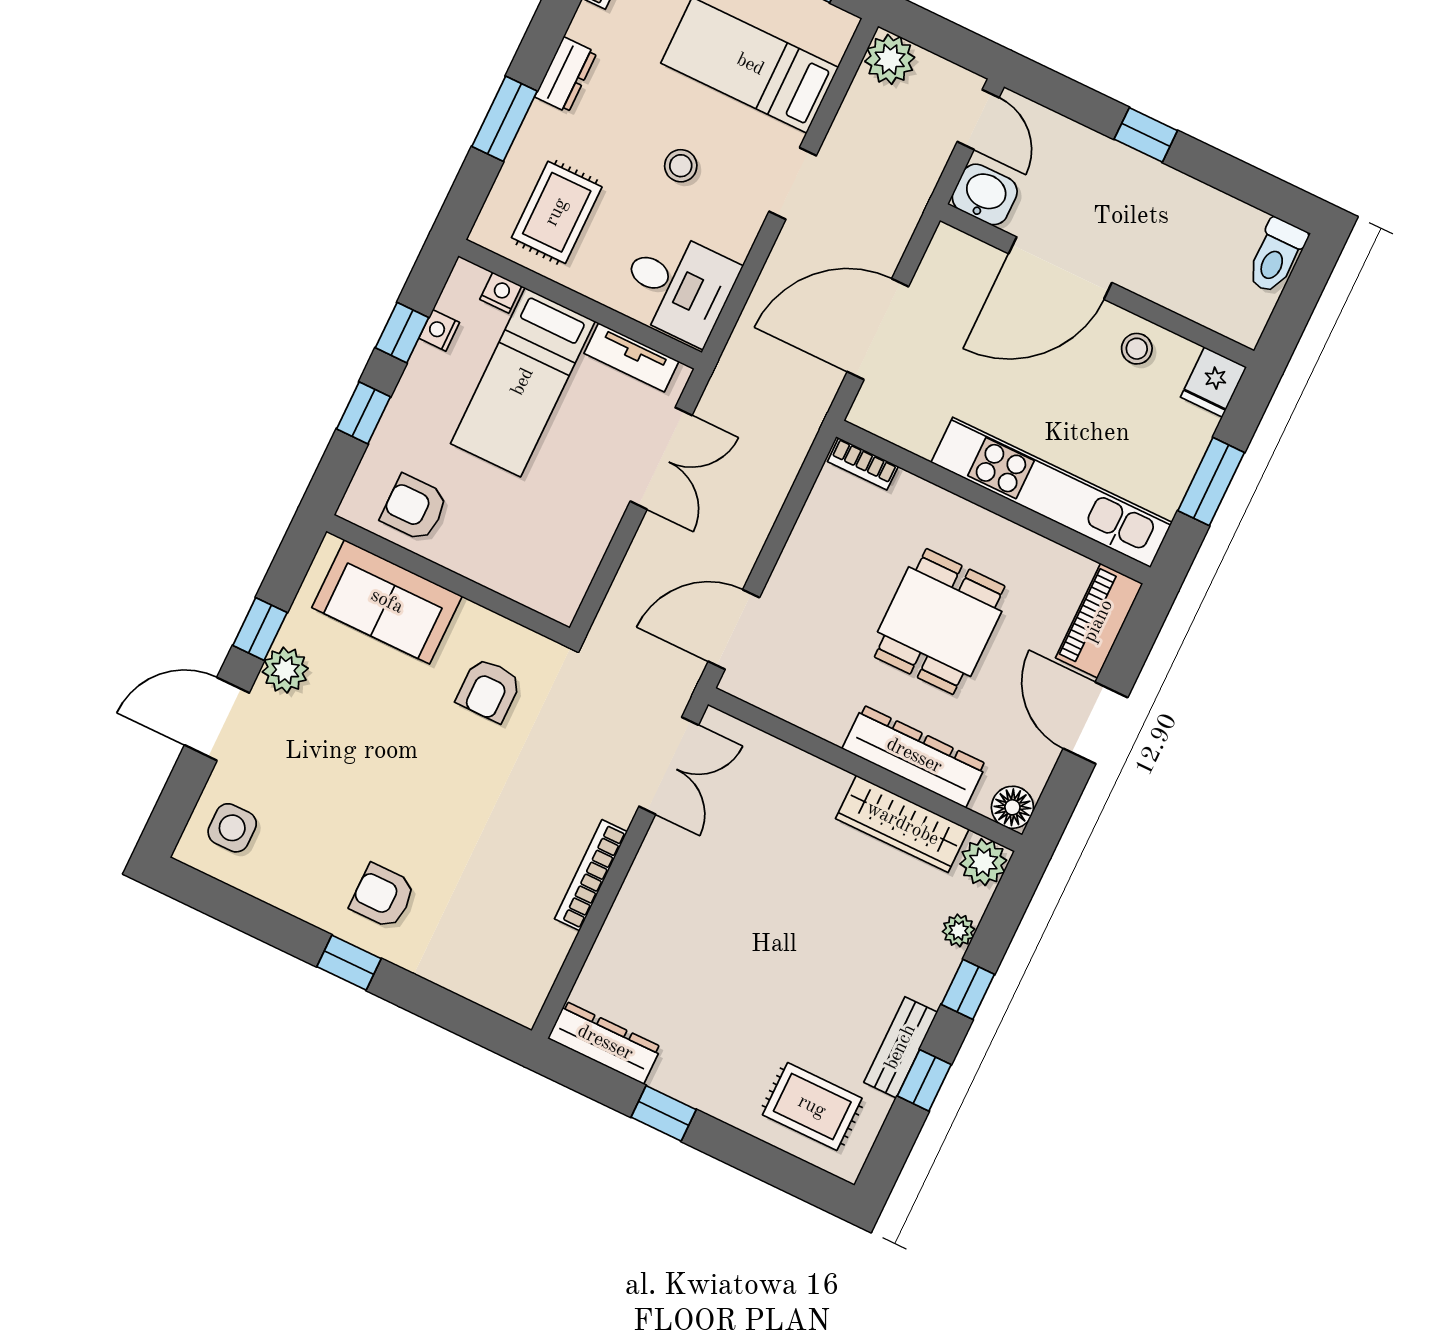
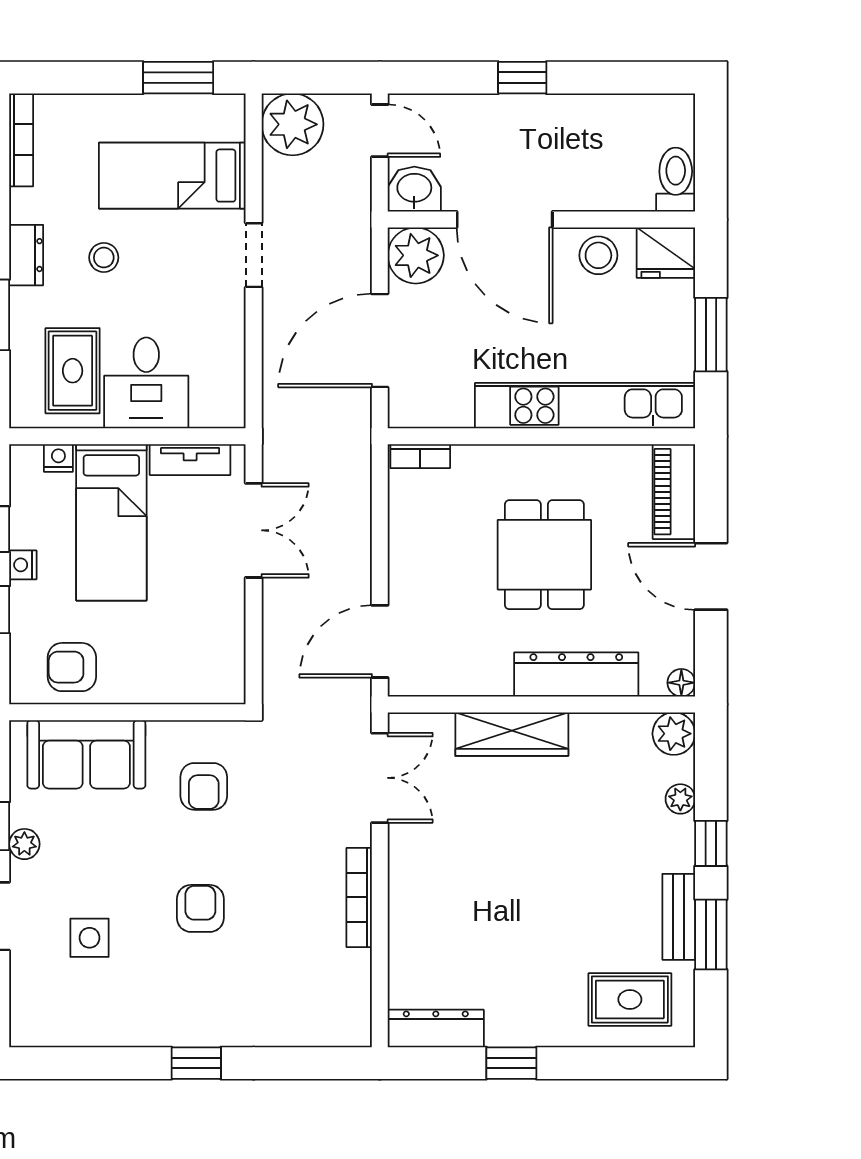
plant: (890, 59) -> (292, 124), width x1.36, depth x1.36
stool: (681, 166) -> (104, 258), moved
toilet: (1276, 256) -> (676, 180), moved, turned 180
plant: (954, 261) -> (416, 255), added
door: (1060, 268) -> (505, 220), hinge flipped
desk: (678, 286) -> (146, 383), moved, turned 90
nightstand: (439, 330) -> (23, 565), moved
stool: (1137, 349) -> (598, 255), width x1.37, depth x1.37
fridge: (1214, 382) -> (666, 253), width x1.38
plant: (285, 670) -> (24, 844), width x0.73, depth x0.73
floor lamp: (1012, 807) -> (681, 683), width x0.73, depth x0.73
wardrobe: (902, 824) -> (512, 734), moved
side table: (232, 828) -> (90, 938), moved
armchair: (383, 896) -> (200, 908), moved, turned 90
window: (924, 1080) -> (711, 934), width x1.50

